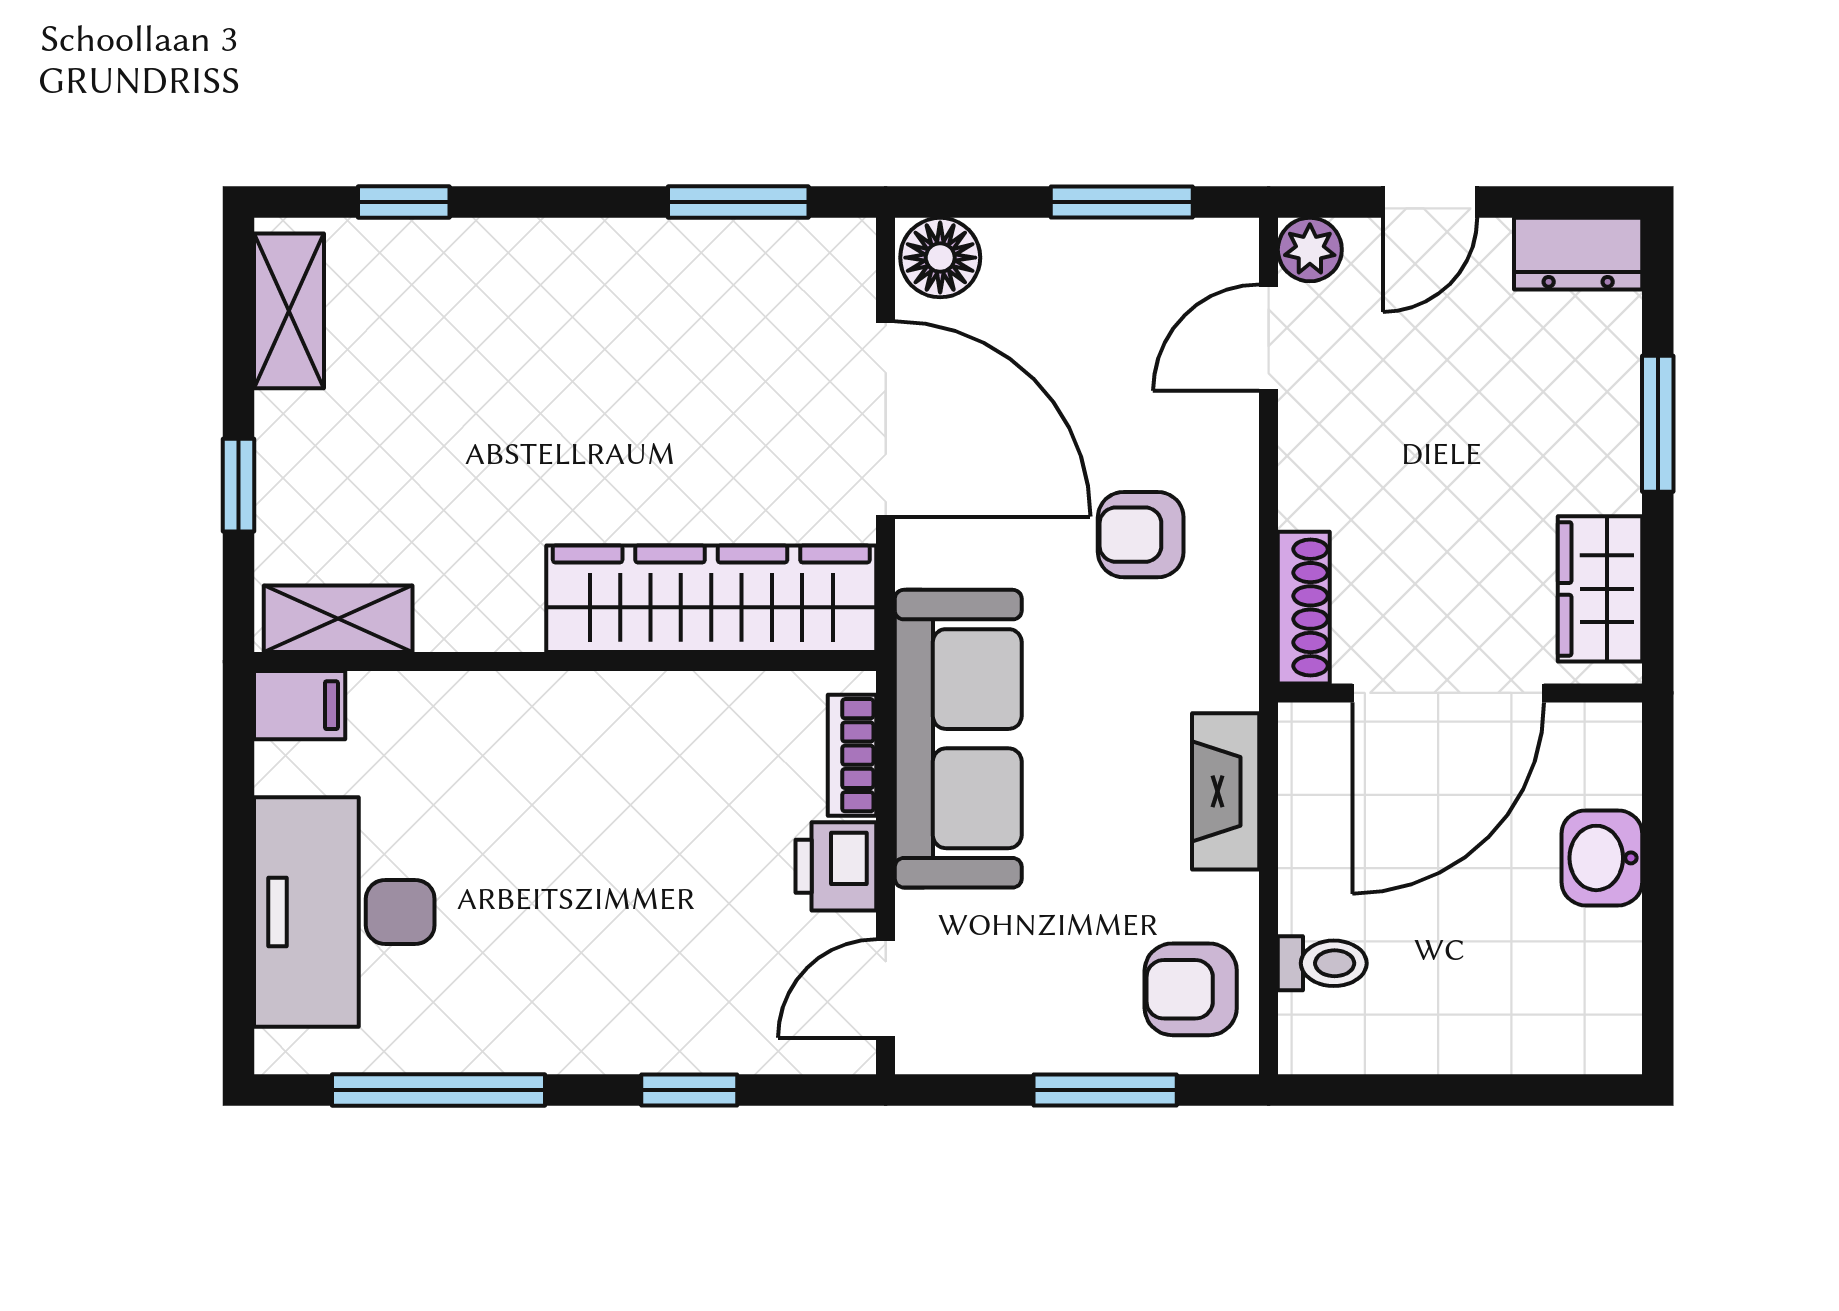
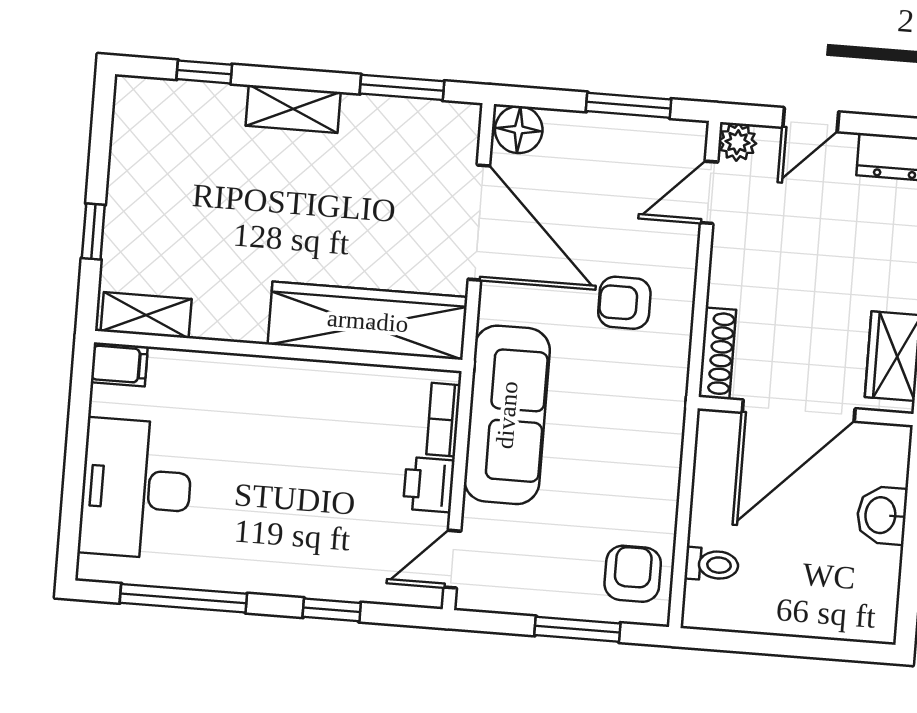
shelving: (289, 311) -> (293, 109), moved, turned 90
fireplace: (1226, 791) -> (663, 458), removed
armchair: (1191, 989) -> (633, 574), turned 90

